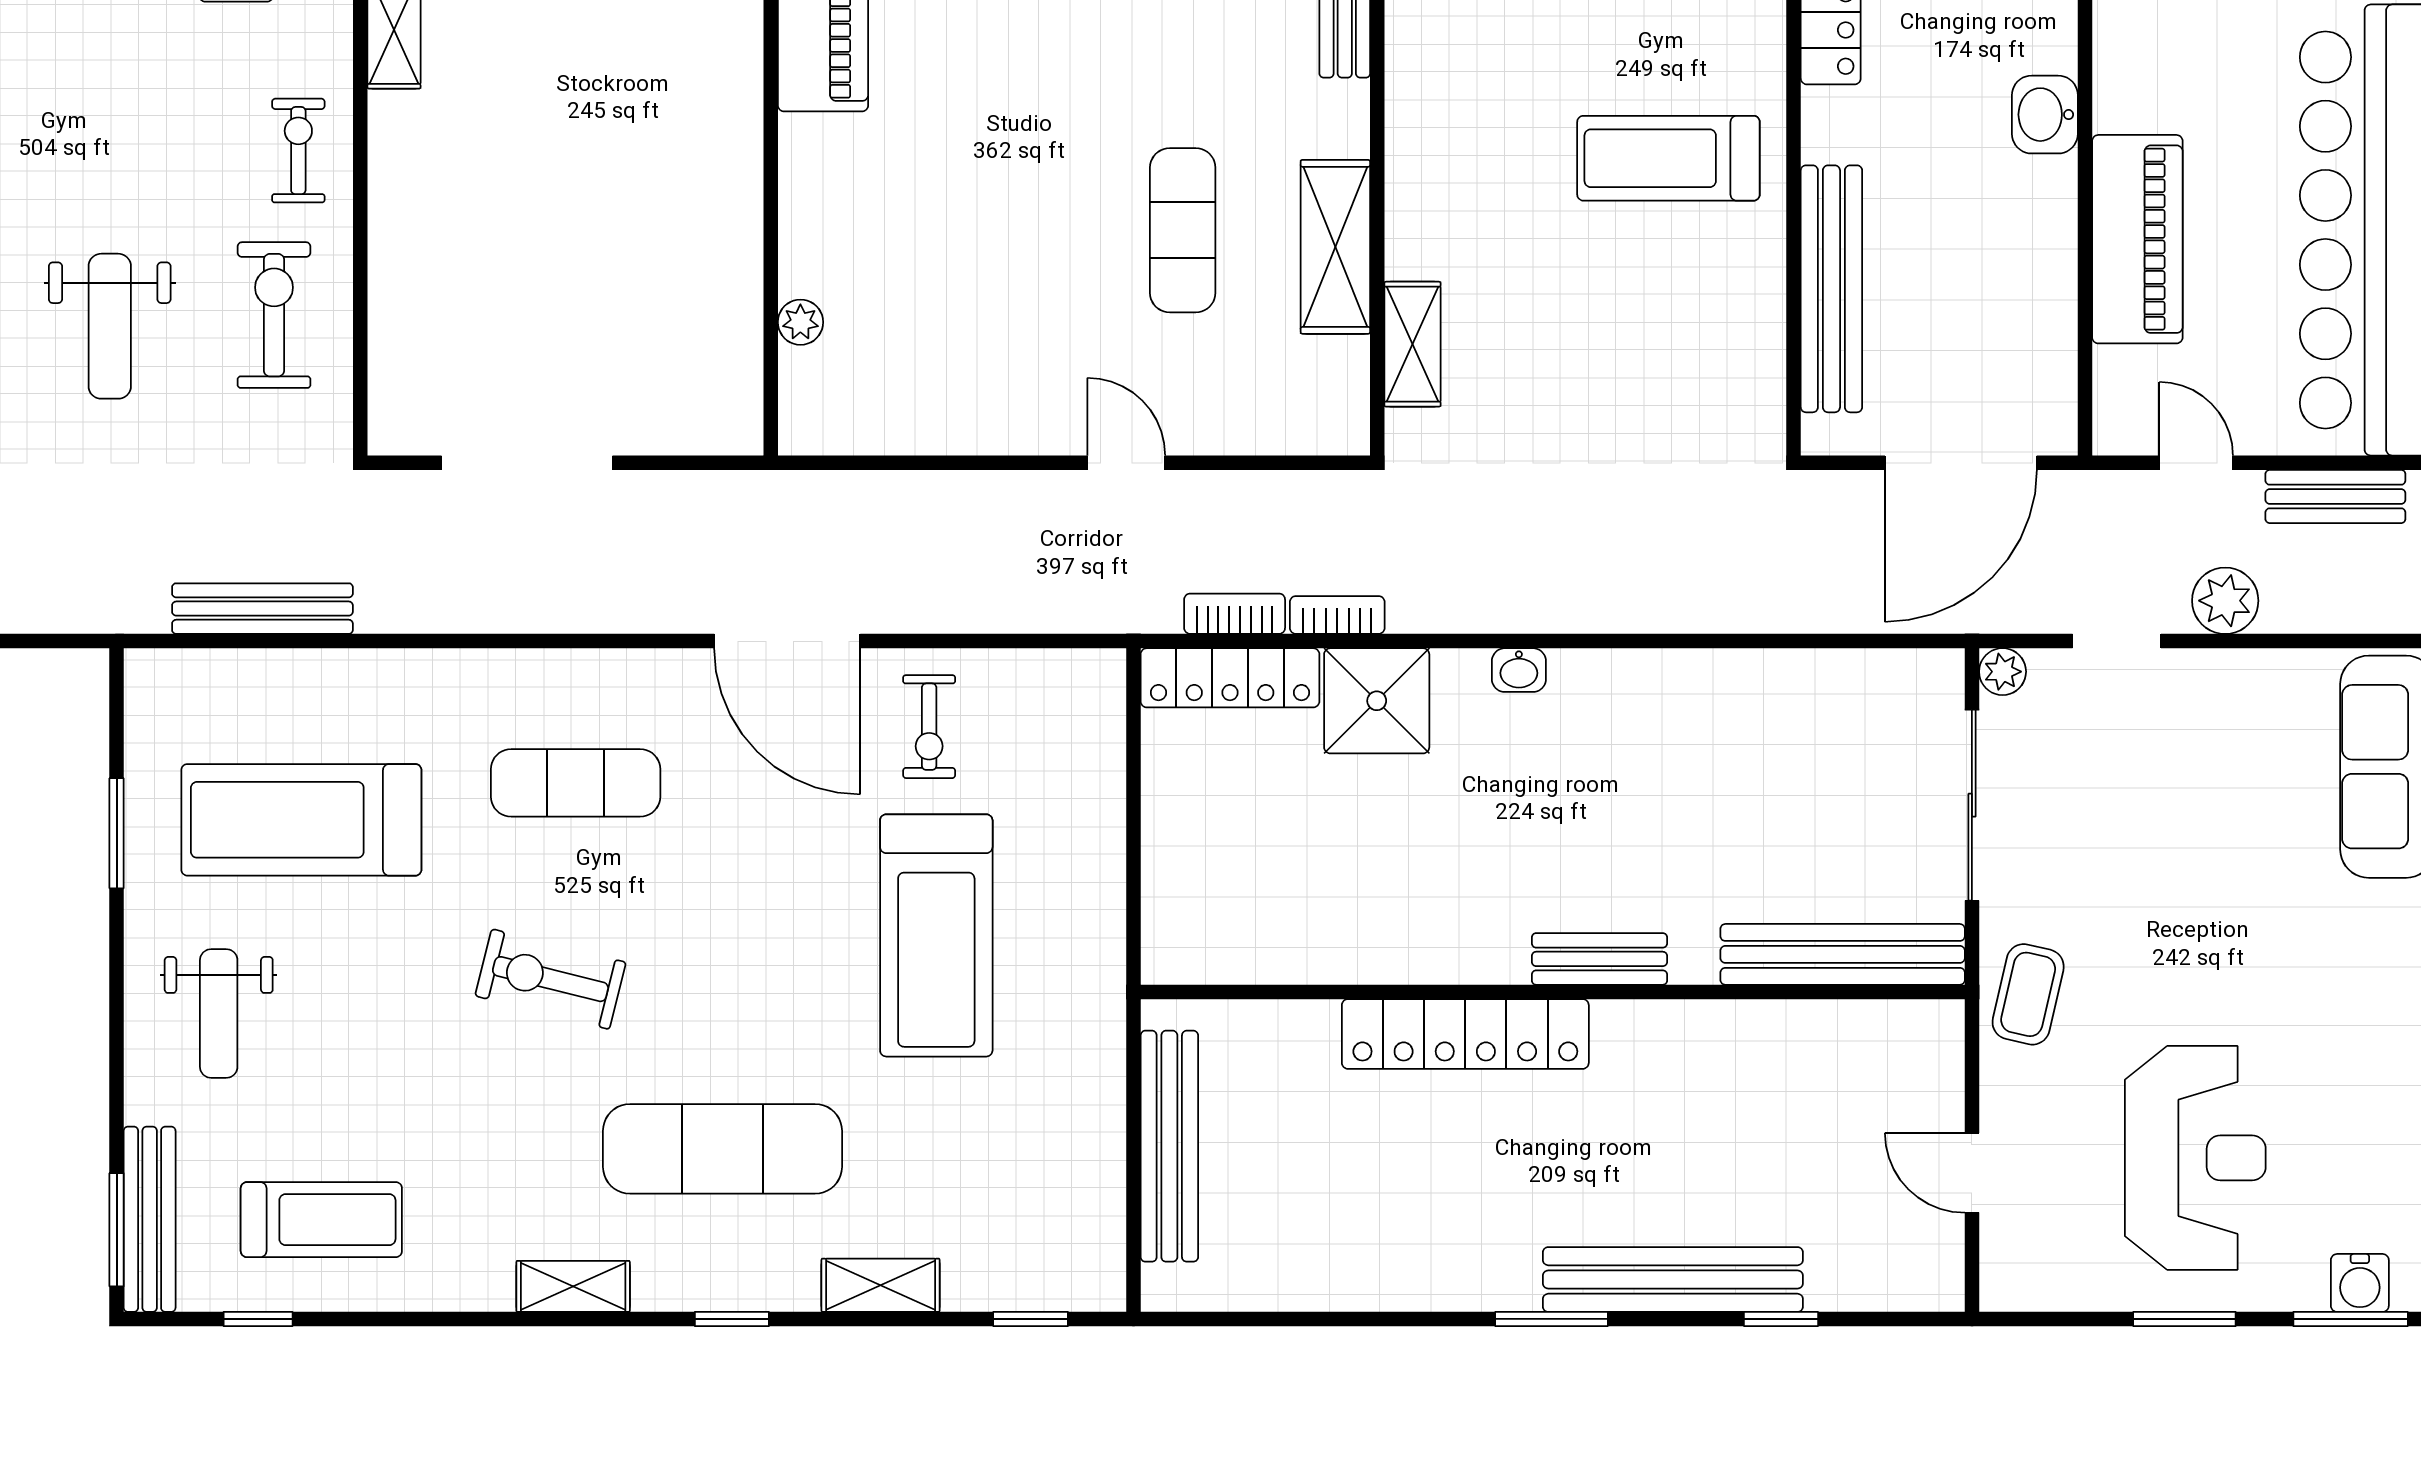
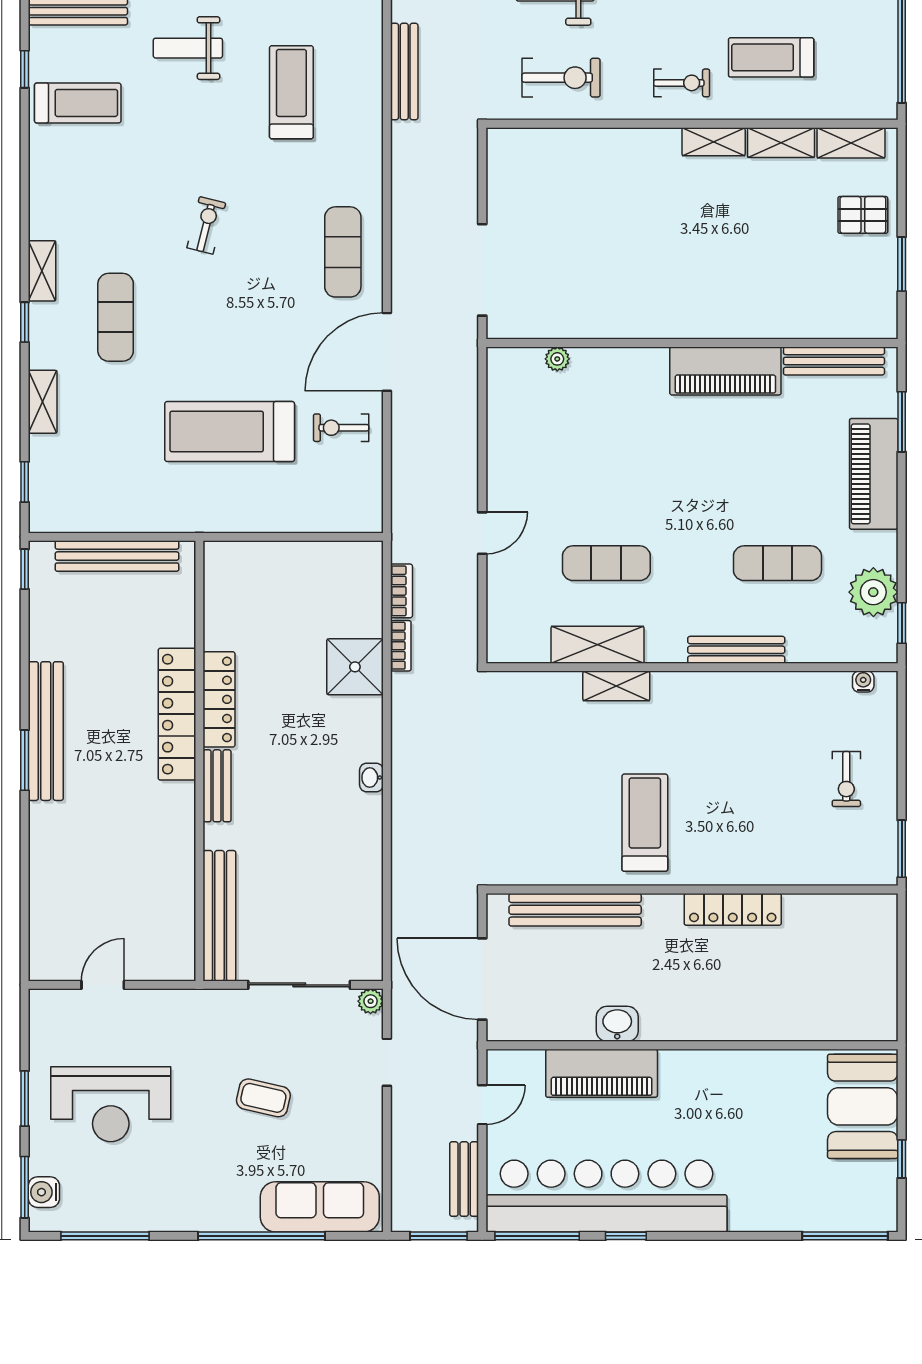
washbasin: (2045, 115) -> (617, 1024), moved
exercise bike: (298, 151) -> (682, 83), moved
shelving: (1412, 344) -> (616, 686), moved
doorway: (527, 463) -> (482, 270), moved
plant: (2225, 601) -> (408, 1120), removed
washbasin: (1519, 670) -> (371, 778), moved
locker: (1230, 678) -> (219, 699), moved, turned 180
exercise mat: (576, 783) -> (343, 252), moved
treadmill: (301, 820) -> (291, 92), width x0.73, depth x0.73
exercise bike: (550, 979) -> (206, 225), width x0.73, depth x0.72
coffee table: (2028, 994) -> (263, 1098), moved
exercise mat: (722, 1149) -> (116, 317), width x0.73, depth x0.69
treadmill: (321, 1220) -> (78, 103), turned -90
bench: (1673, 1280) -> (46, 731), moved
shelving: (573, 1286) -> (42, 271), moved
window: (1781, 1319) -> (25, 569), moved

